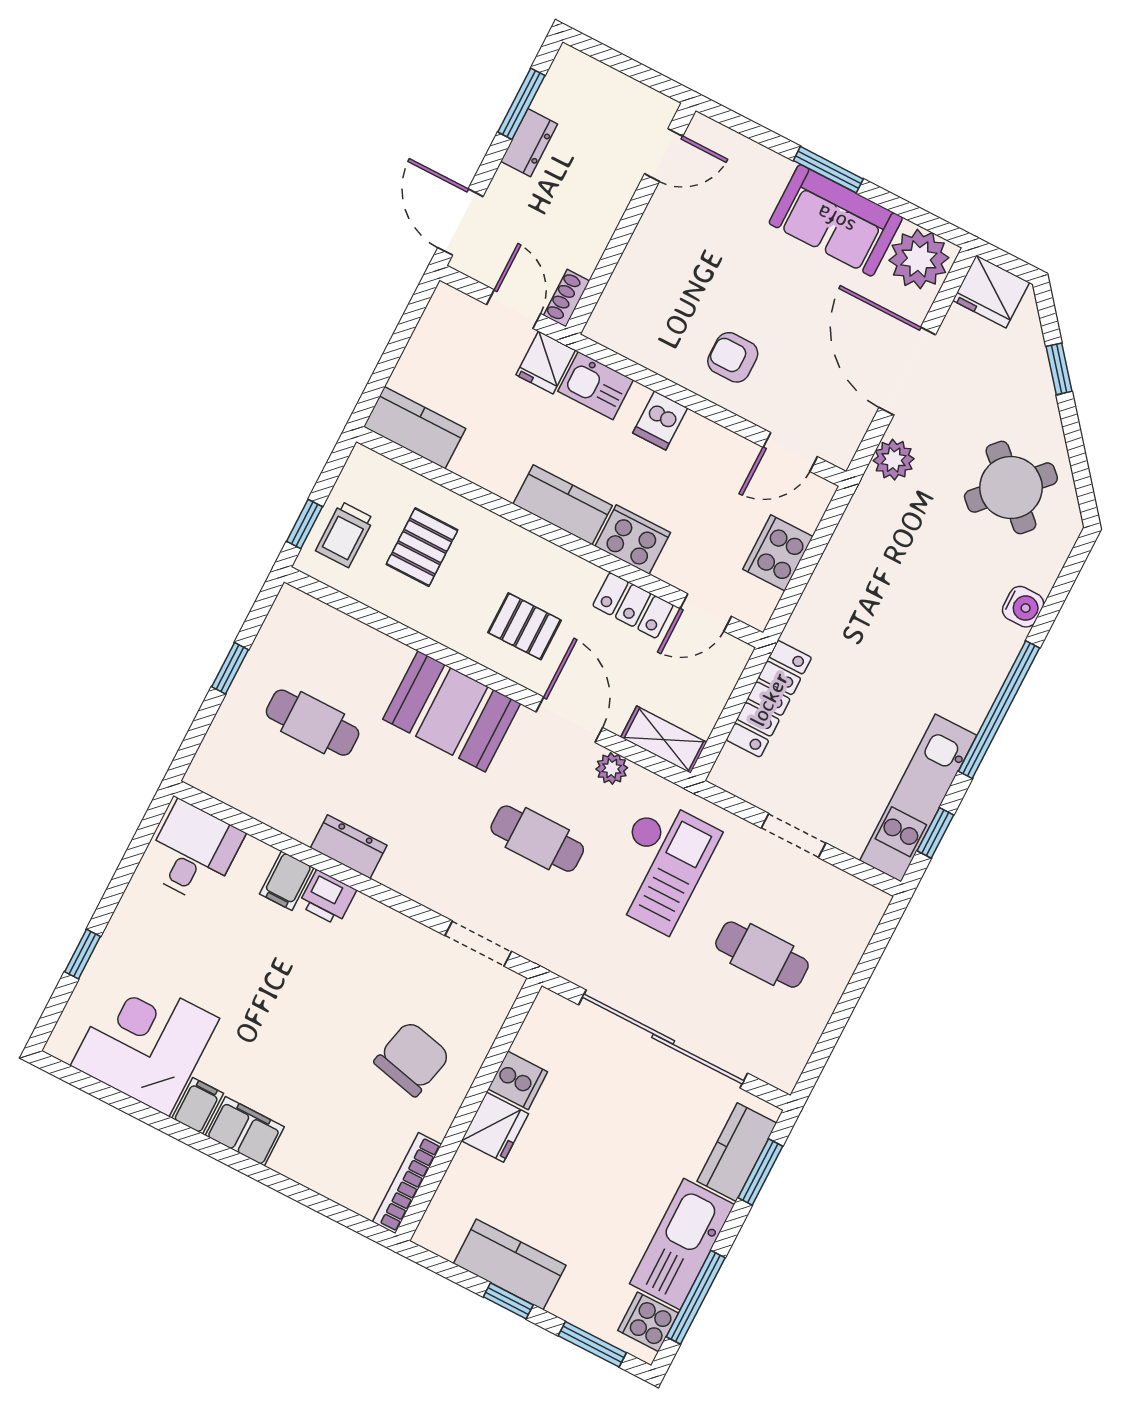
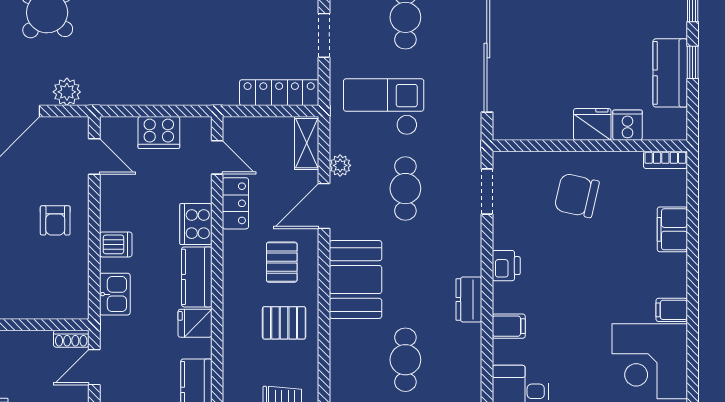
fridge: (546, 362) -> (195, 323), moved, turned 180
pallet: (422, 547) -> (284, 323), moved
locker: (769, 699) -> (279, 93), moved
printer: (327, 898) -> (506, 266), moved
cooker: (518, 1080) -> (628, 125), moved
filing cabinet: (245, 1131) -> (672, 229), moved
bookcase: (407, 1183) -> (665, 160), width x0.64

